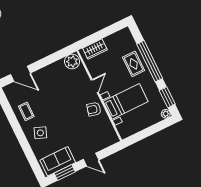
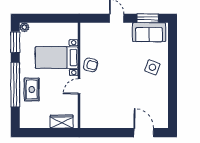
plant: (72, 61) -> (89, 120), removed
coffee table: (26, 111) -> (156, 94), removed

